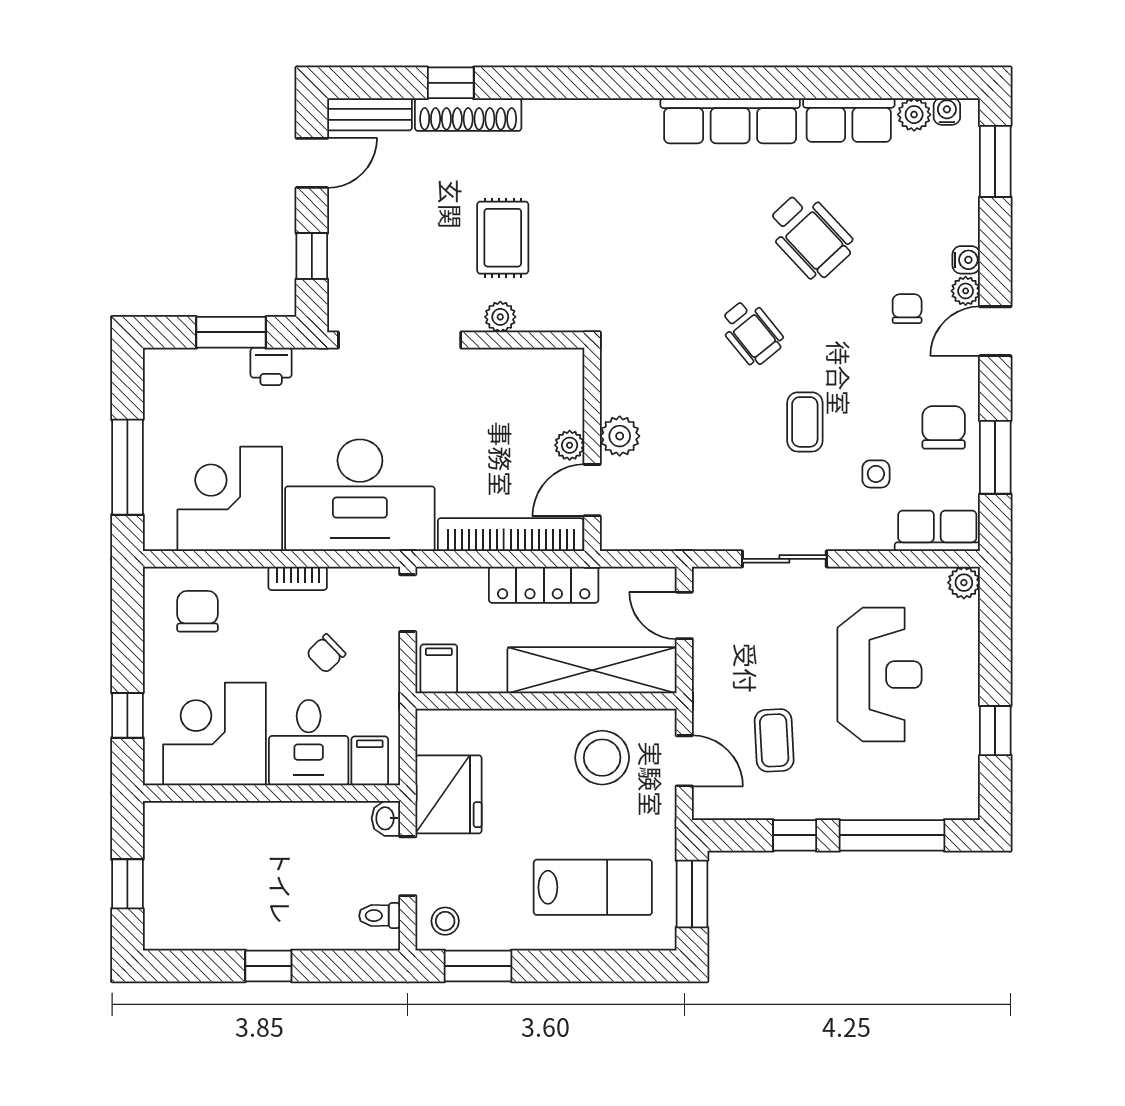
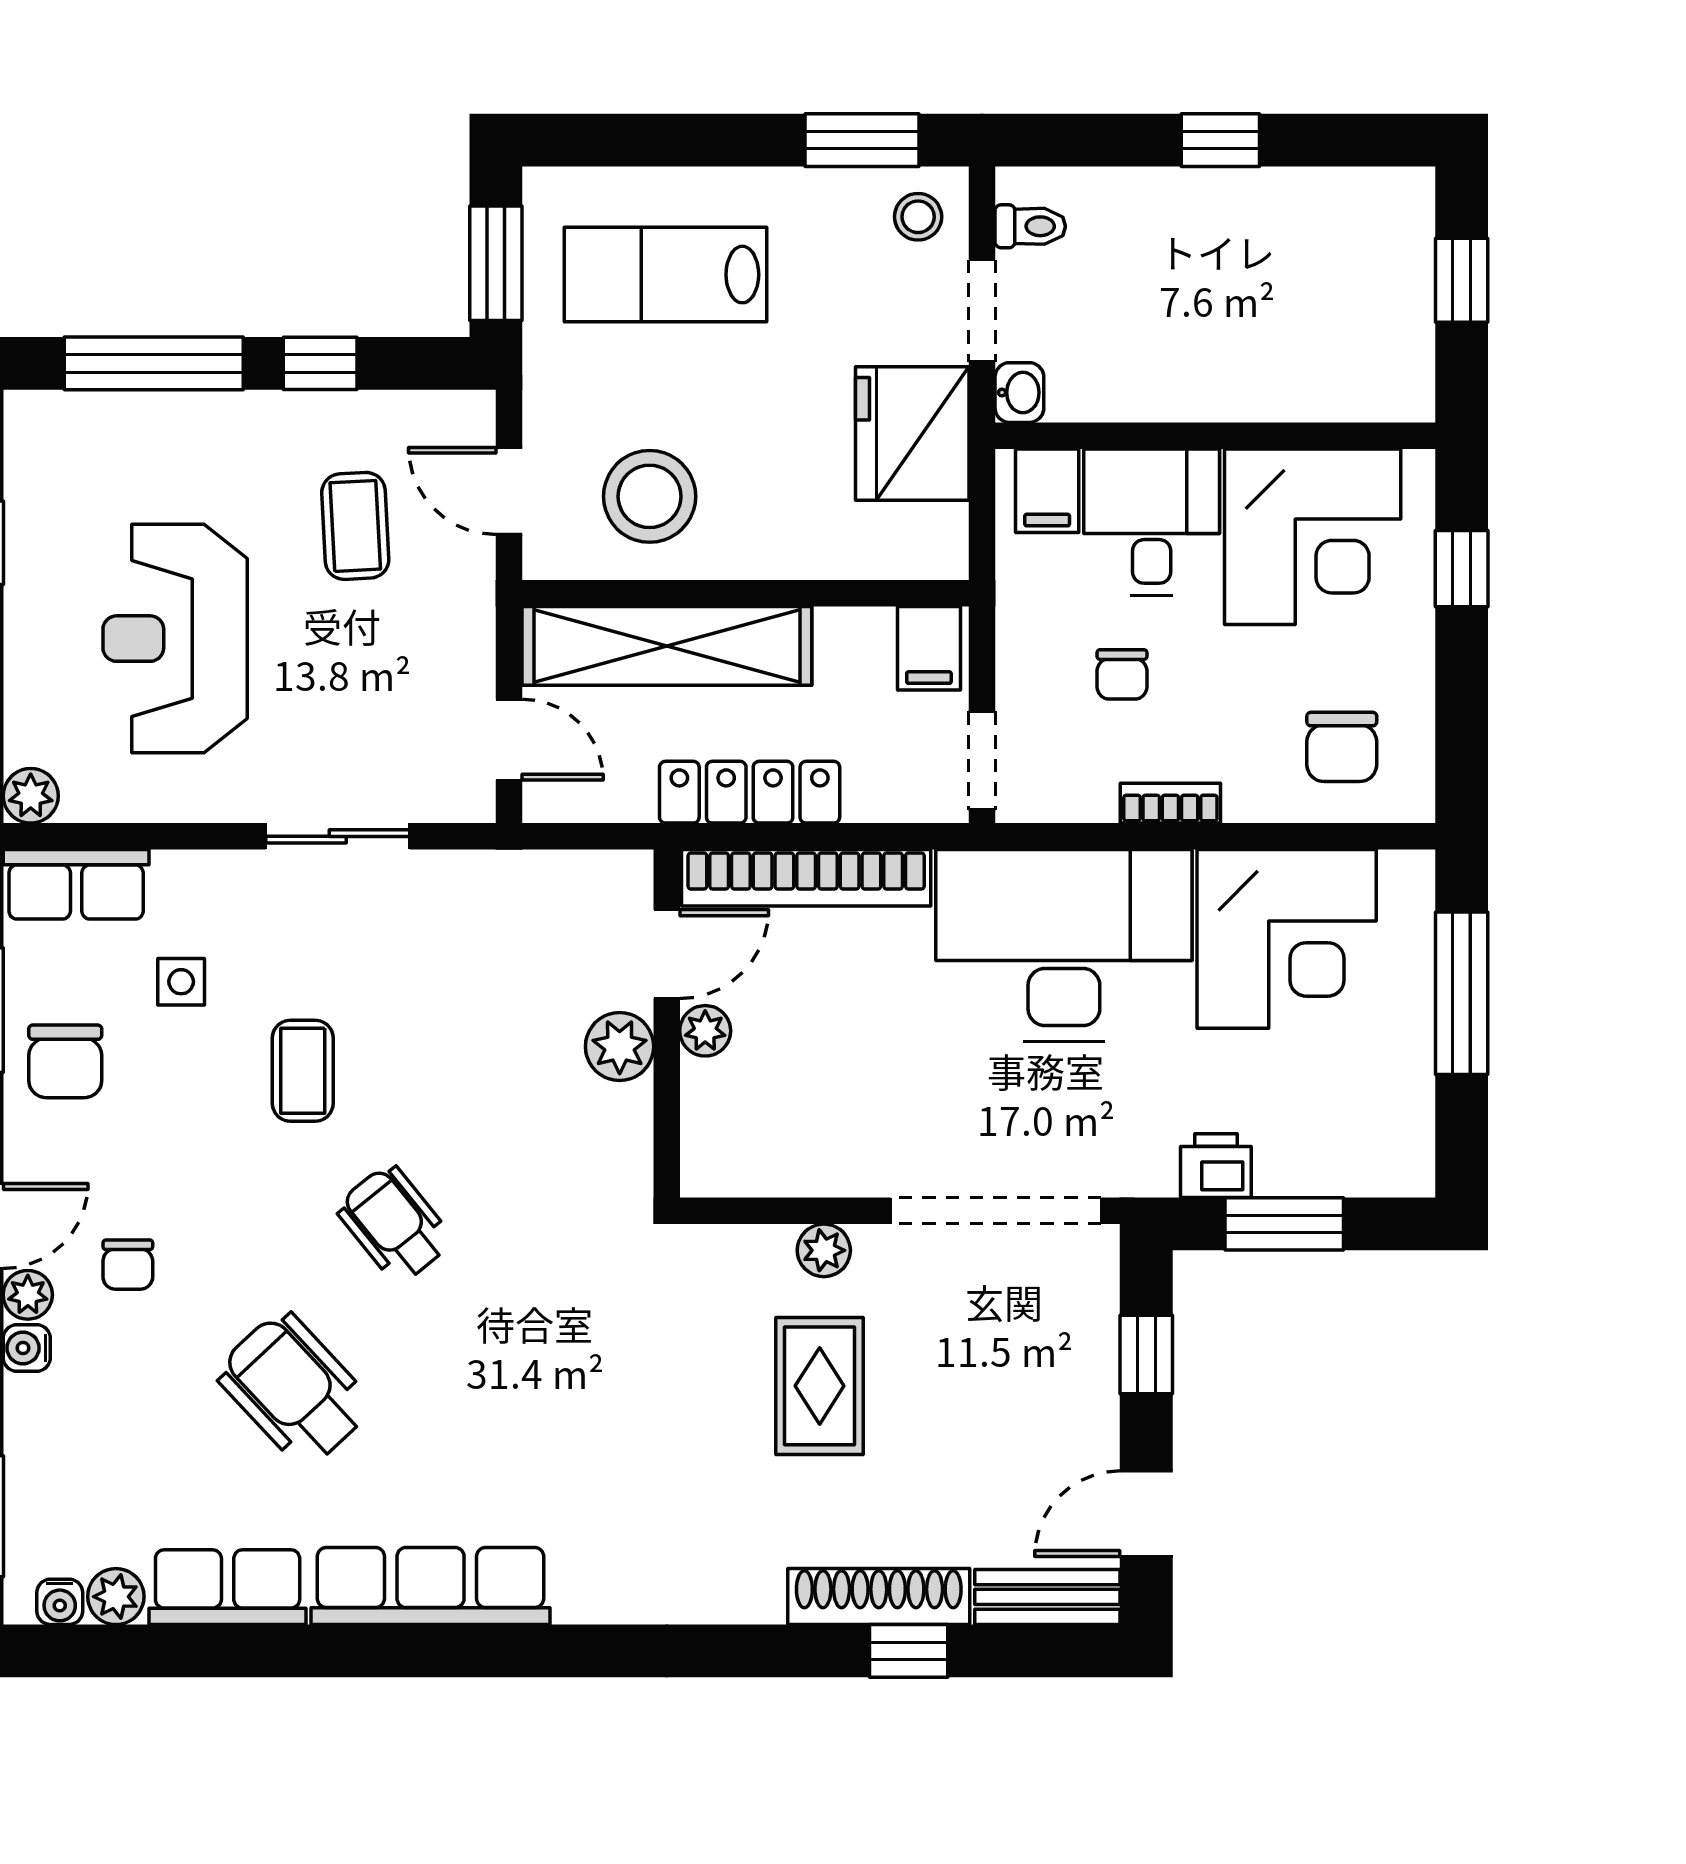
chair: (326, 654) -> (1122, 674), turned 134

